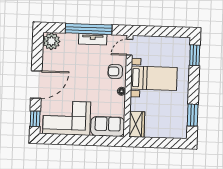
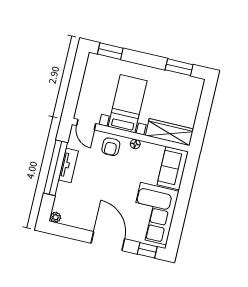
plant: (51, 41) -> (55, 217), width x0.53, depth x0.53
wardrobe: (137, 124) -> (170, 132), width x1.50

